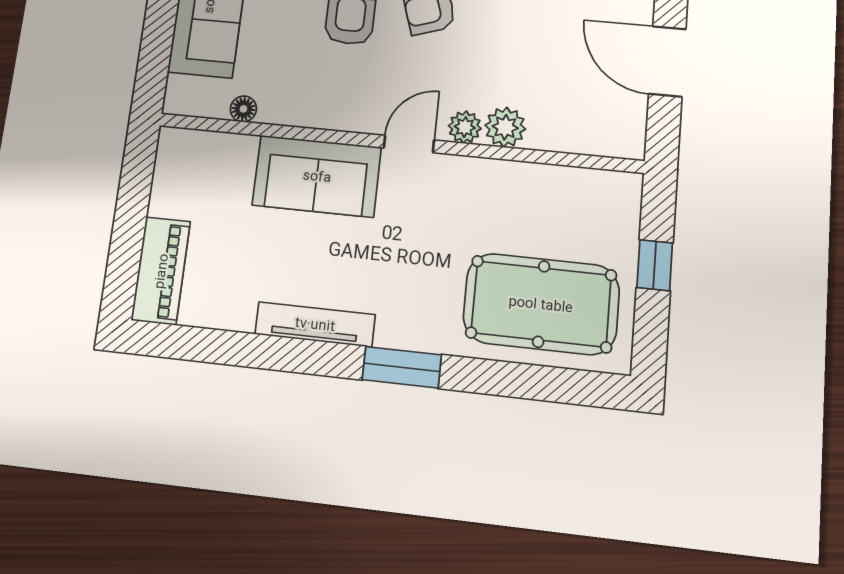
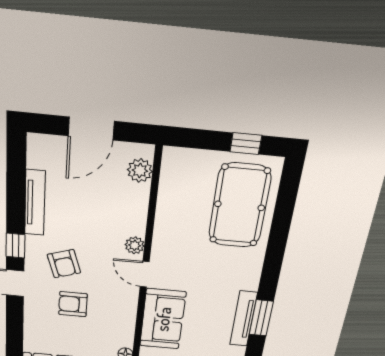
plant: (505, 127) -> (140, 171), moved
window: (655, 265) -> (246, 144), moved
window: (402, 367) -> (261, 318), moved

